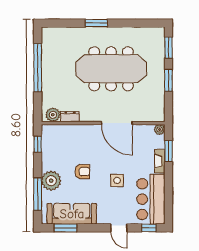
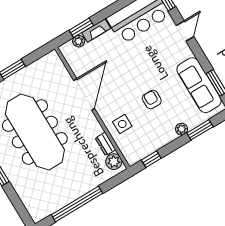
plant: (160, 129) -> (79, 41), moved
side table: (117, 180) -> (122, 124), moved
plant: (51, 181) -> (182, 129), width x0.53, depth x0.53
window: (38, 194) -> (200, 130), width x0.69

